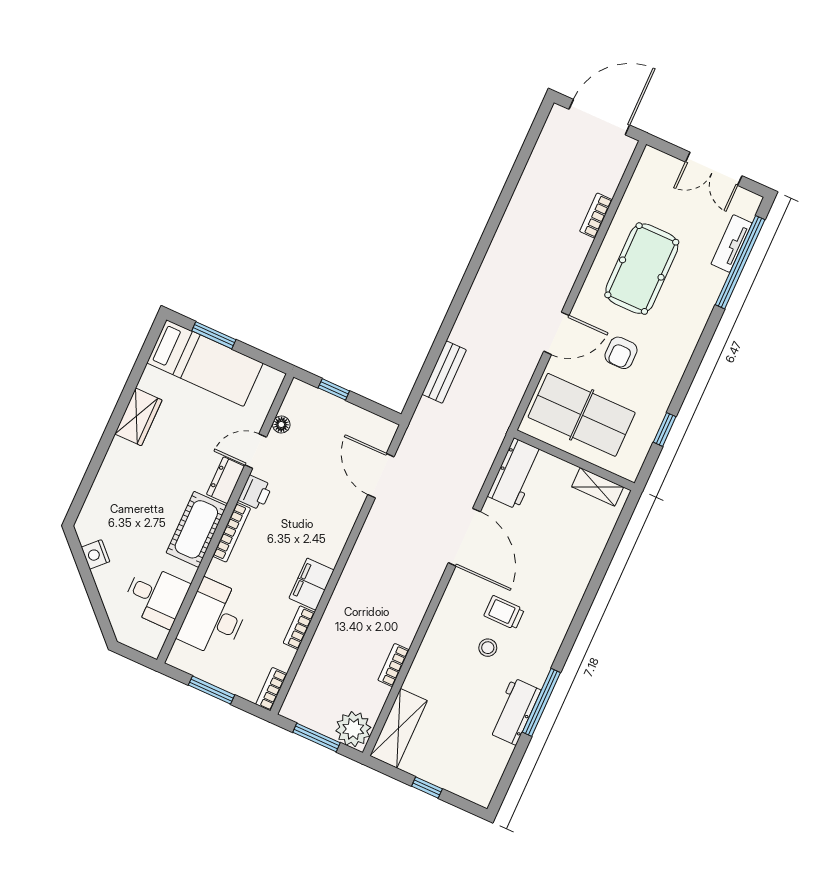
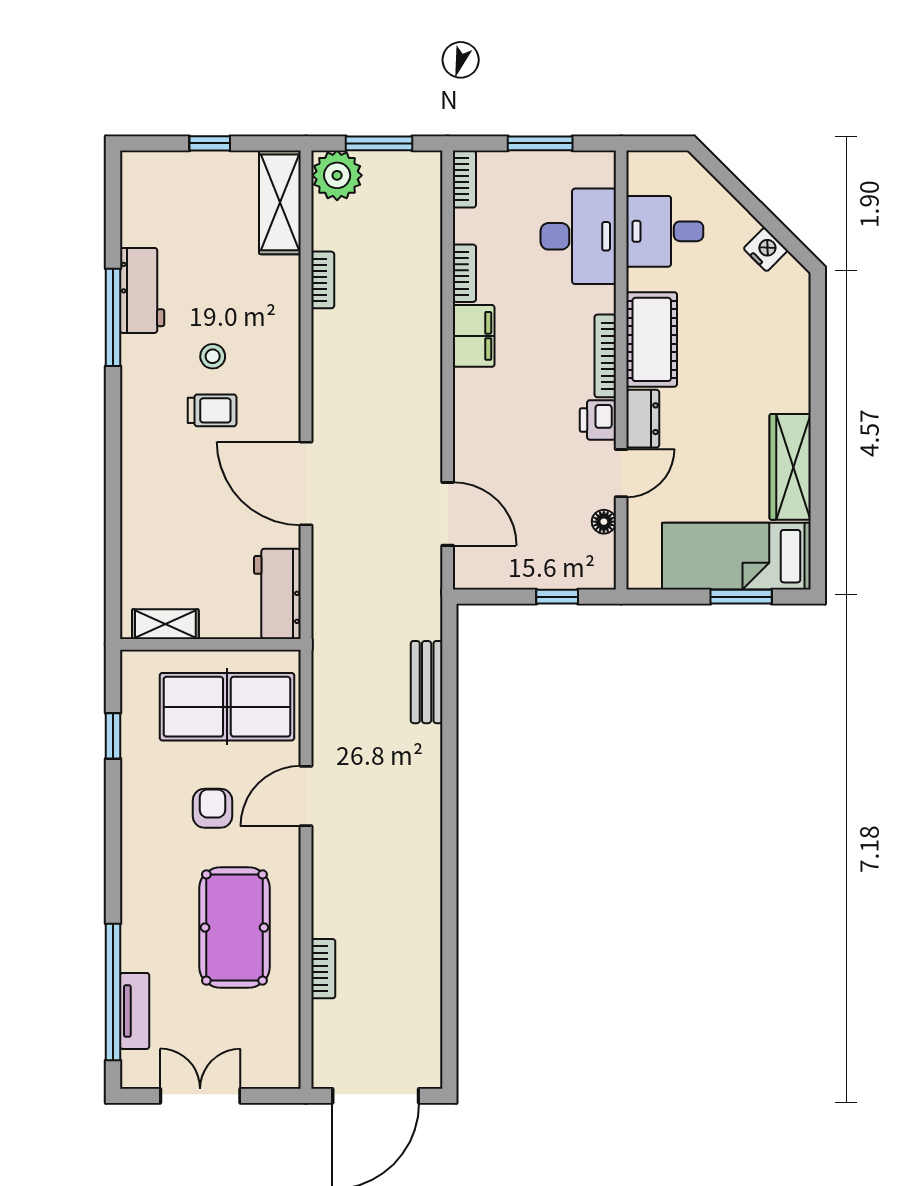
wardrobe: (138, 417) -> (790, 467), width x1.50

